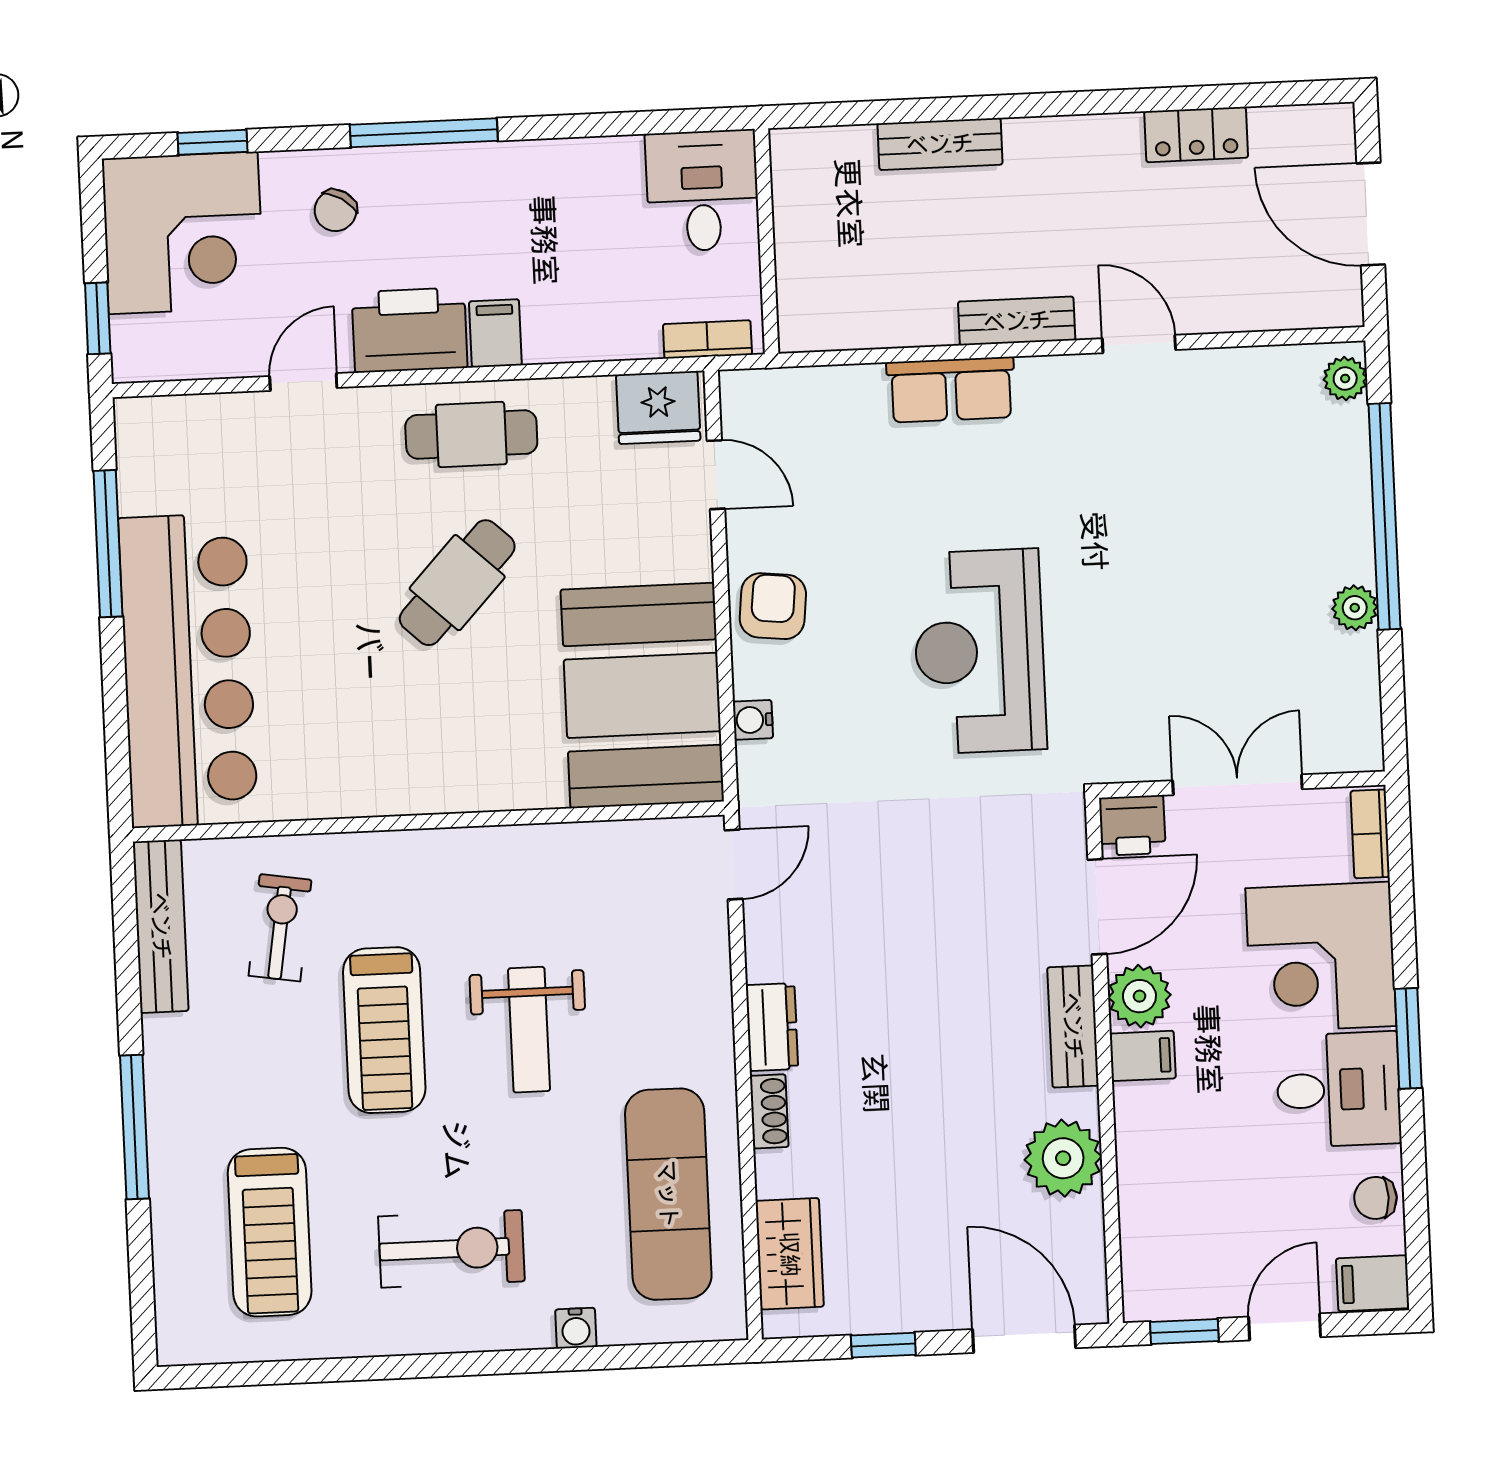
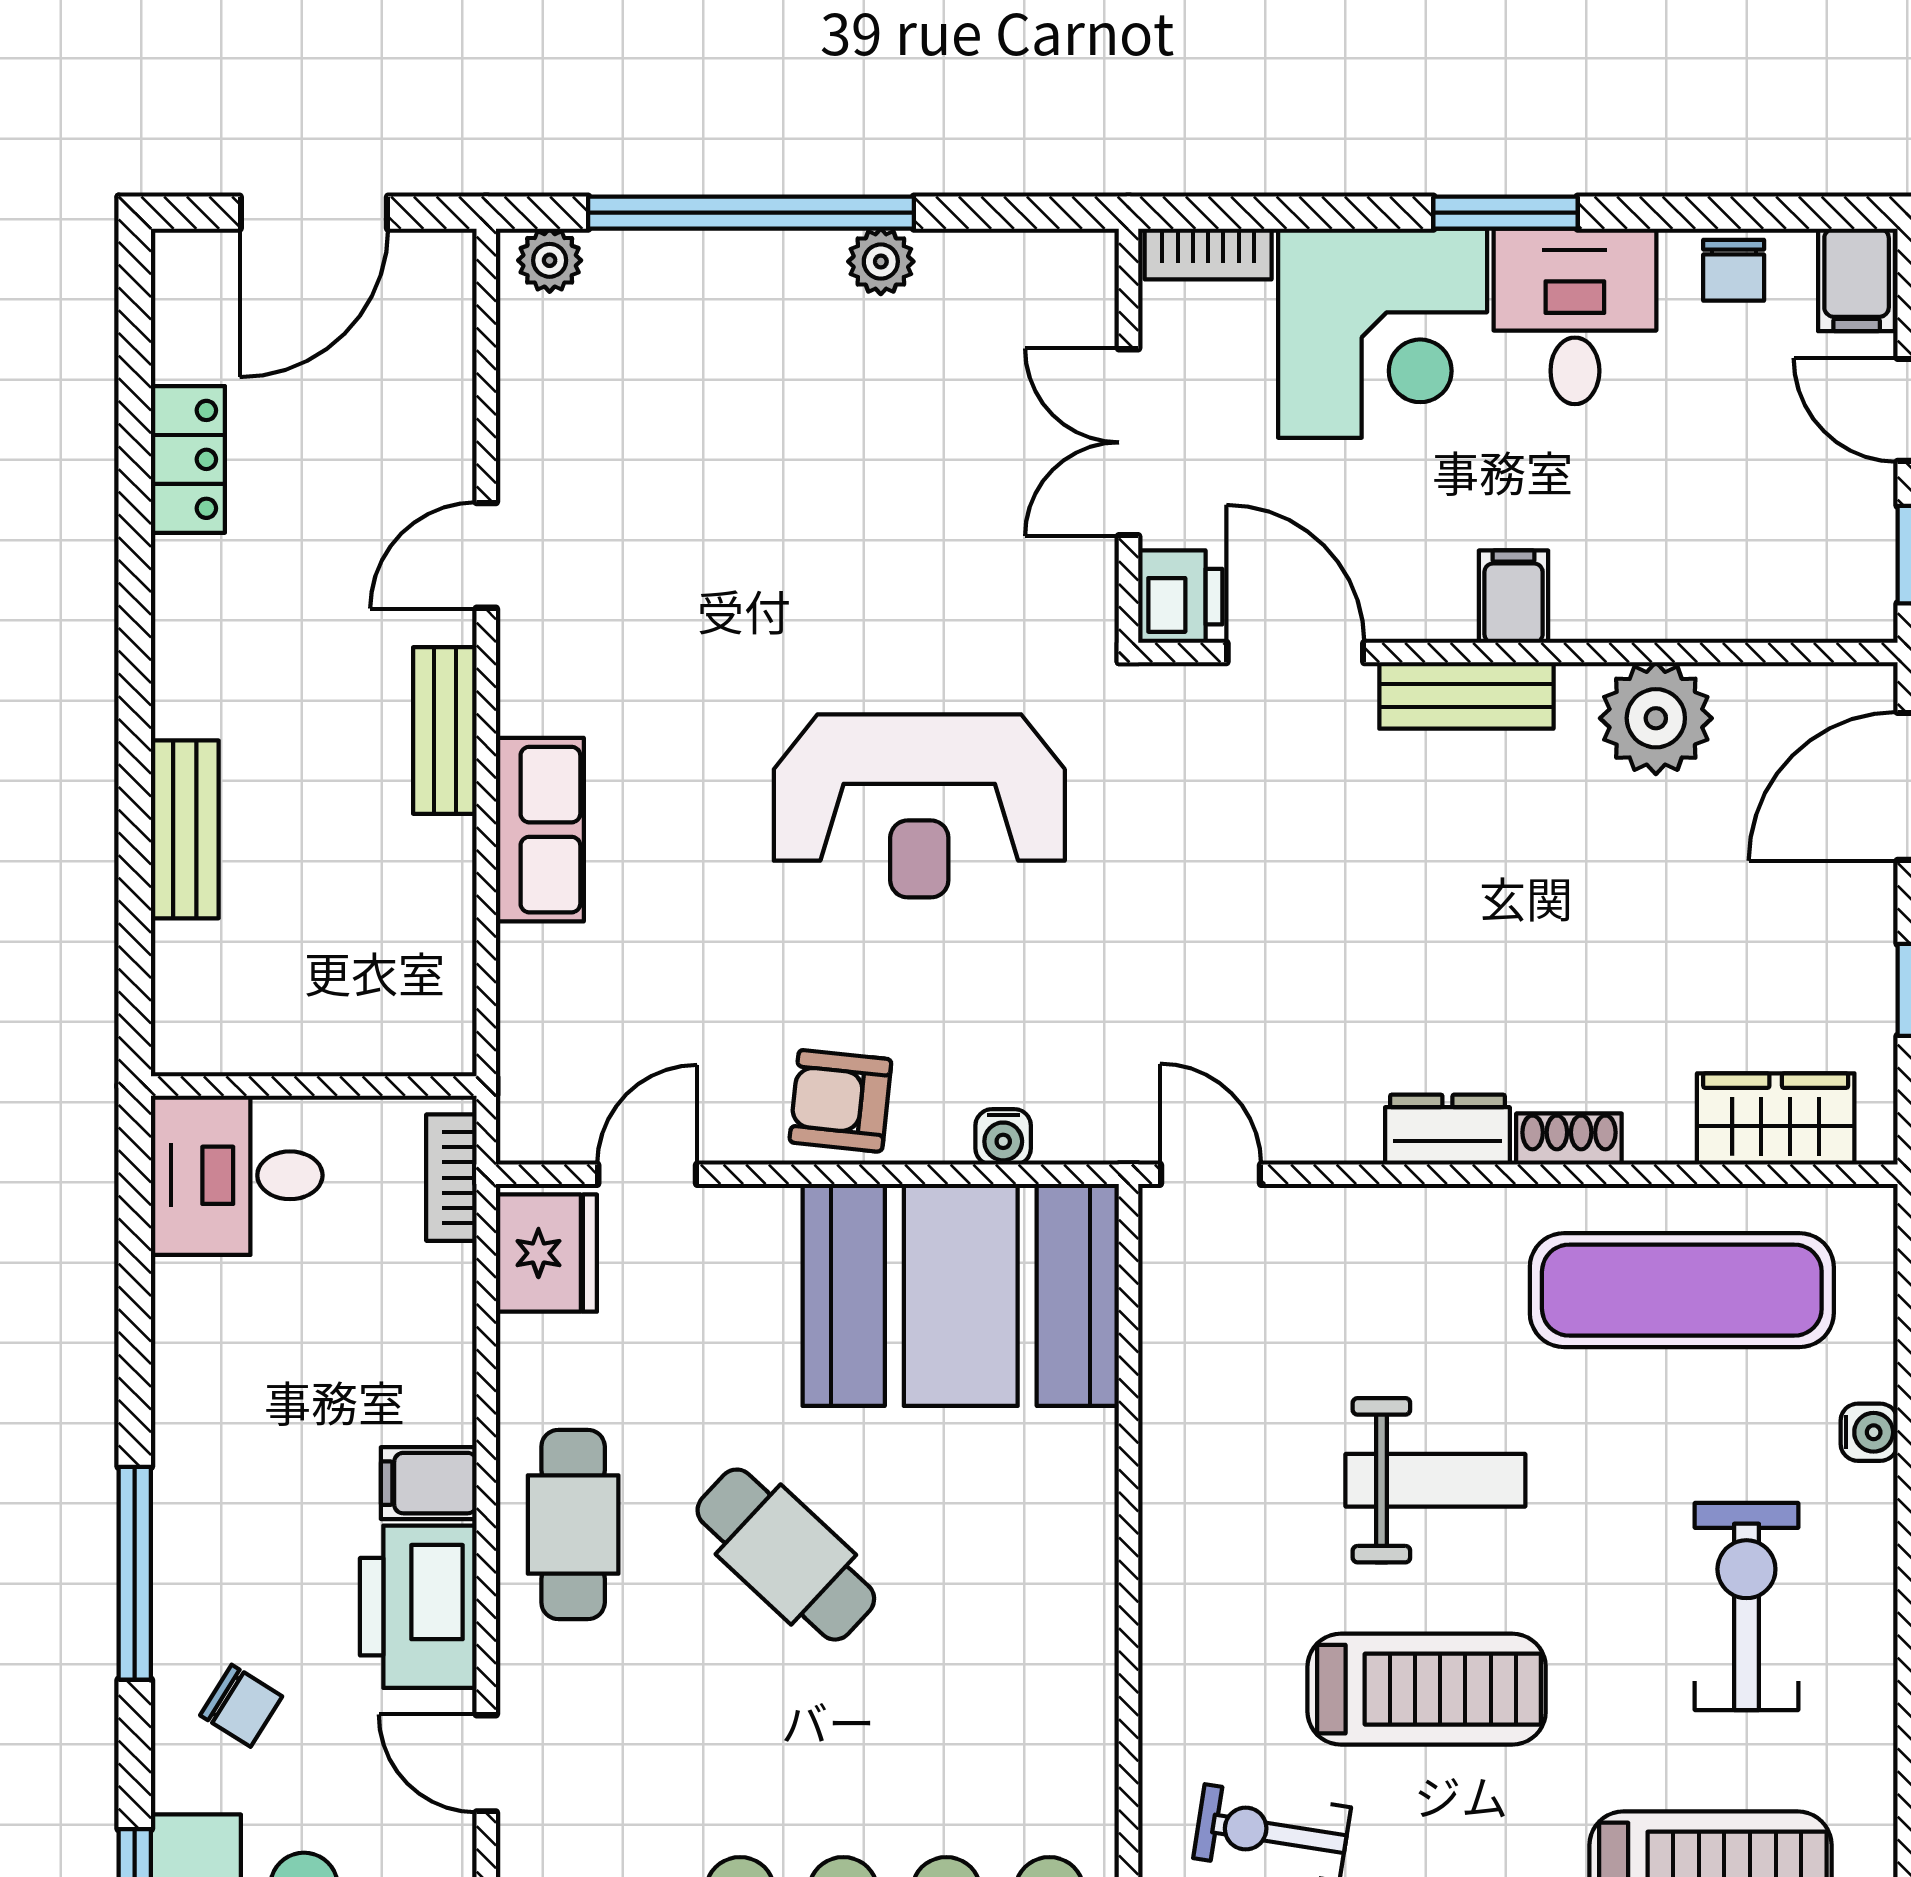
plant: (1139, 996) -> (1427, 597), removed

